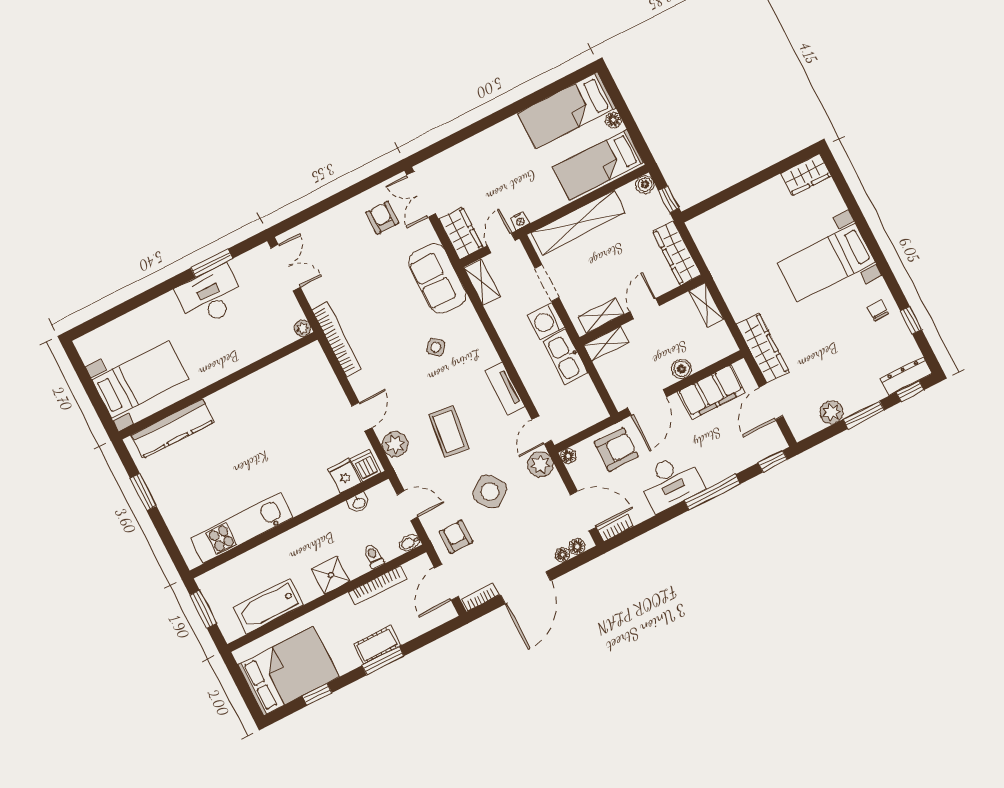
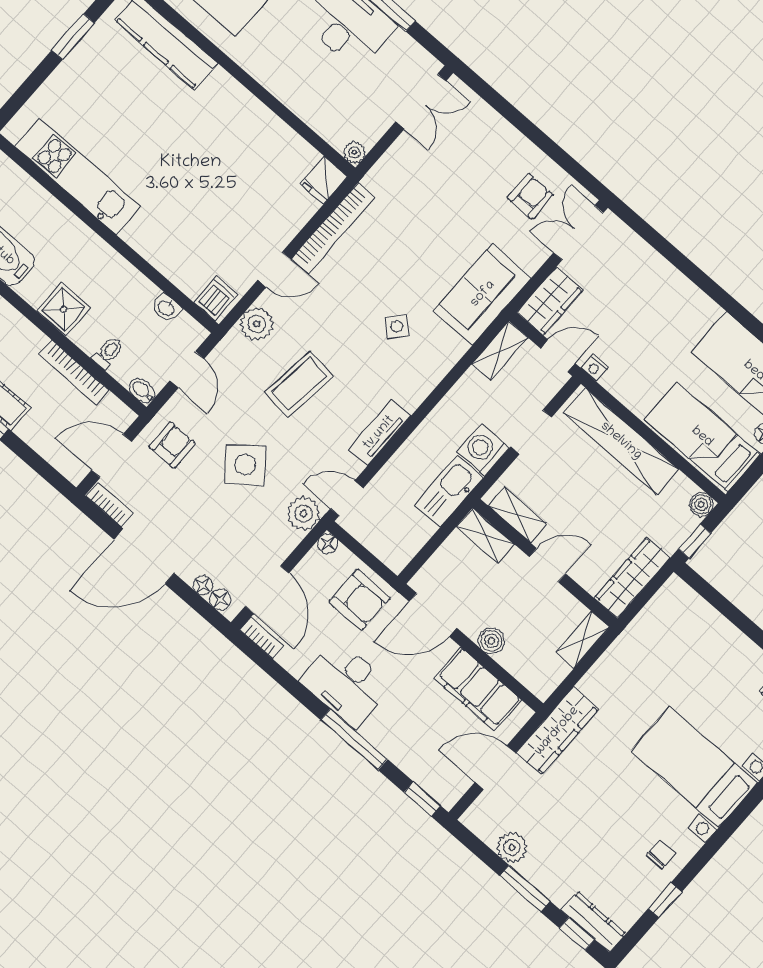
bookcase: (337, 339) -> (333, 228), moved
fridge: (344, 476) -> (324, 180), moved, turned 180

